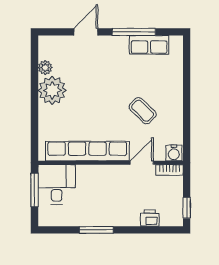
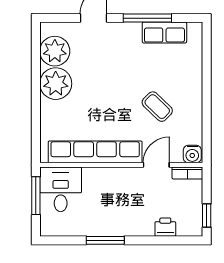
plant: (45, 68) -> (55, 51), width x1.87, depth x1.87

